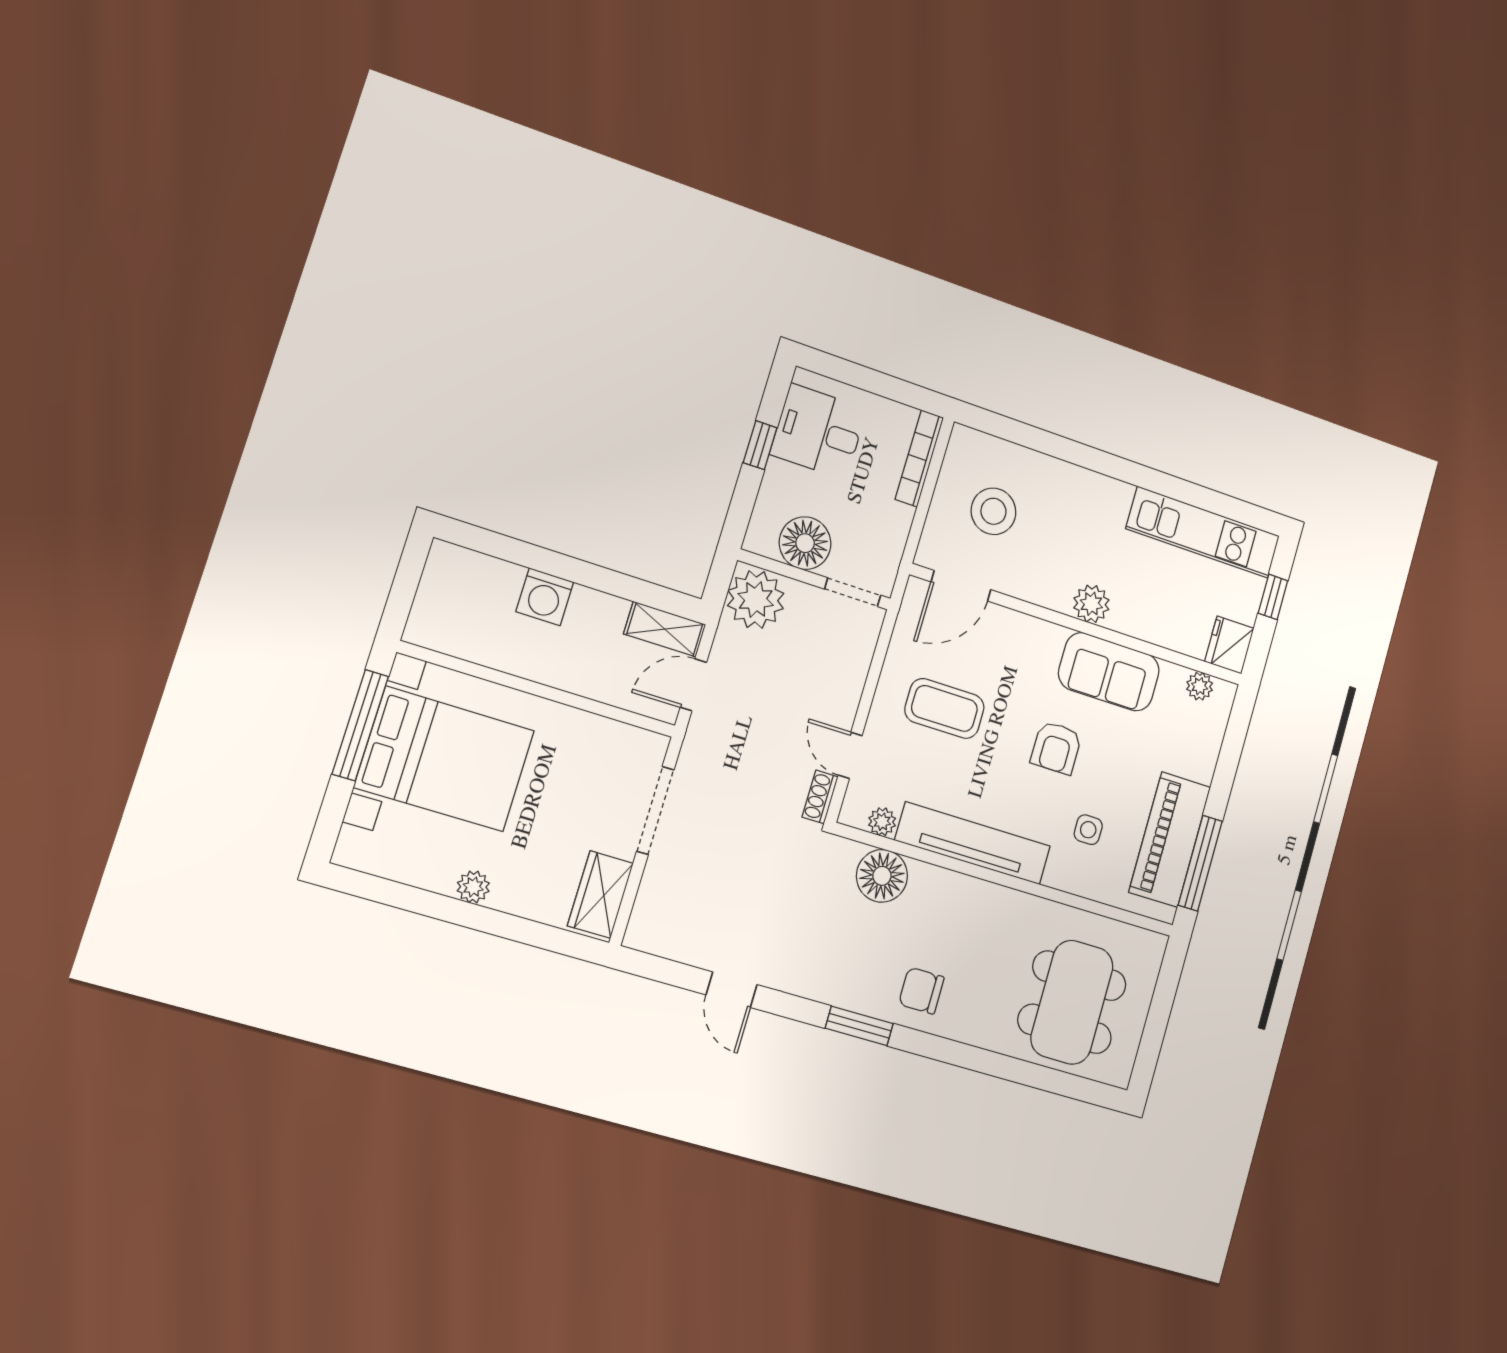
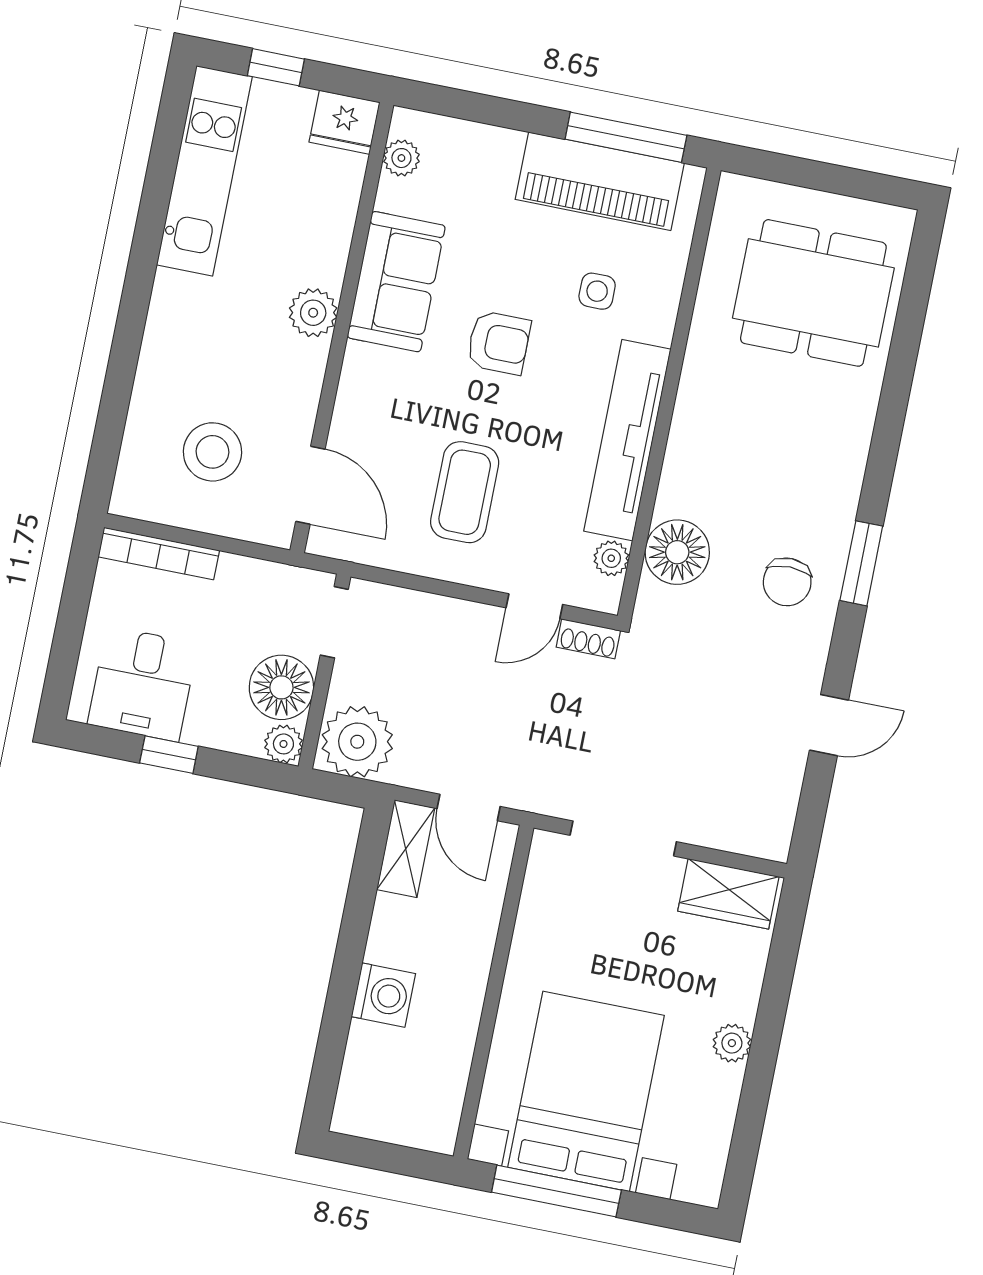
plant: (760, 539) -> (283, 744), added
chair: (921, 991) -> (787, 582), moved

